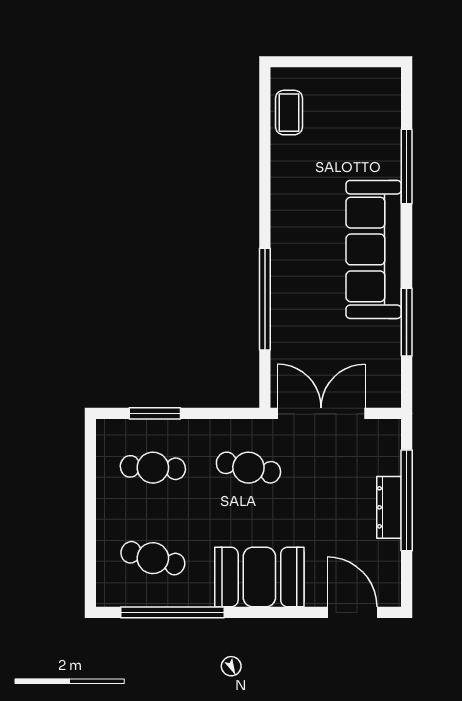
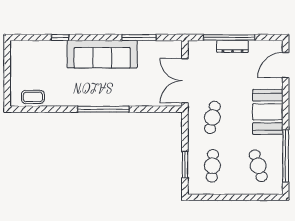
window: (407, 167) -> (60, 37), width x0.46
window: (265, 299) -> (103, 109), moved
cafe table: (153, 558) -> (258, 166), turned -33

